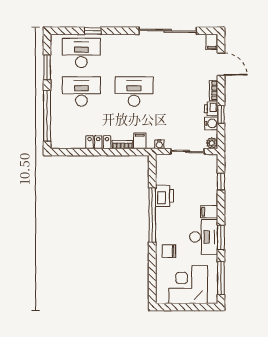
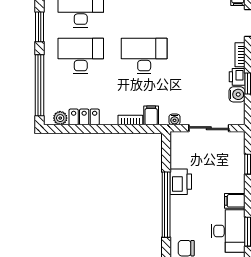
locker: (98, 142) -> (84, 117), moved
plant: (212, 143) -> (60, 118), moved

